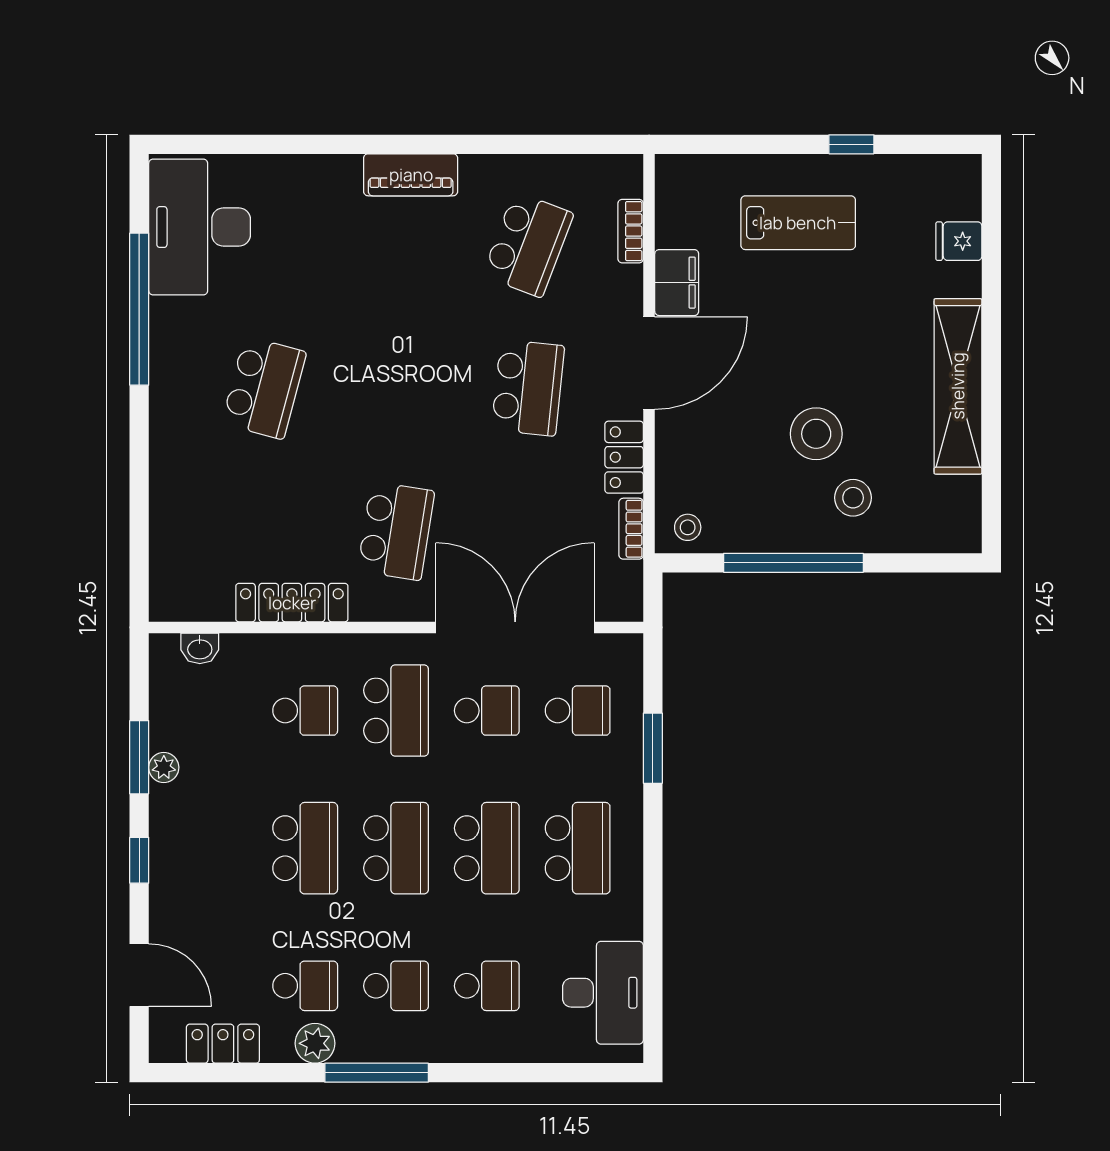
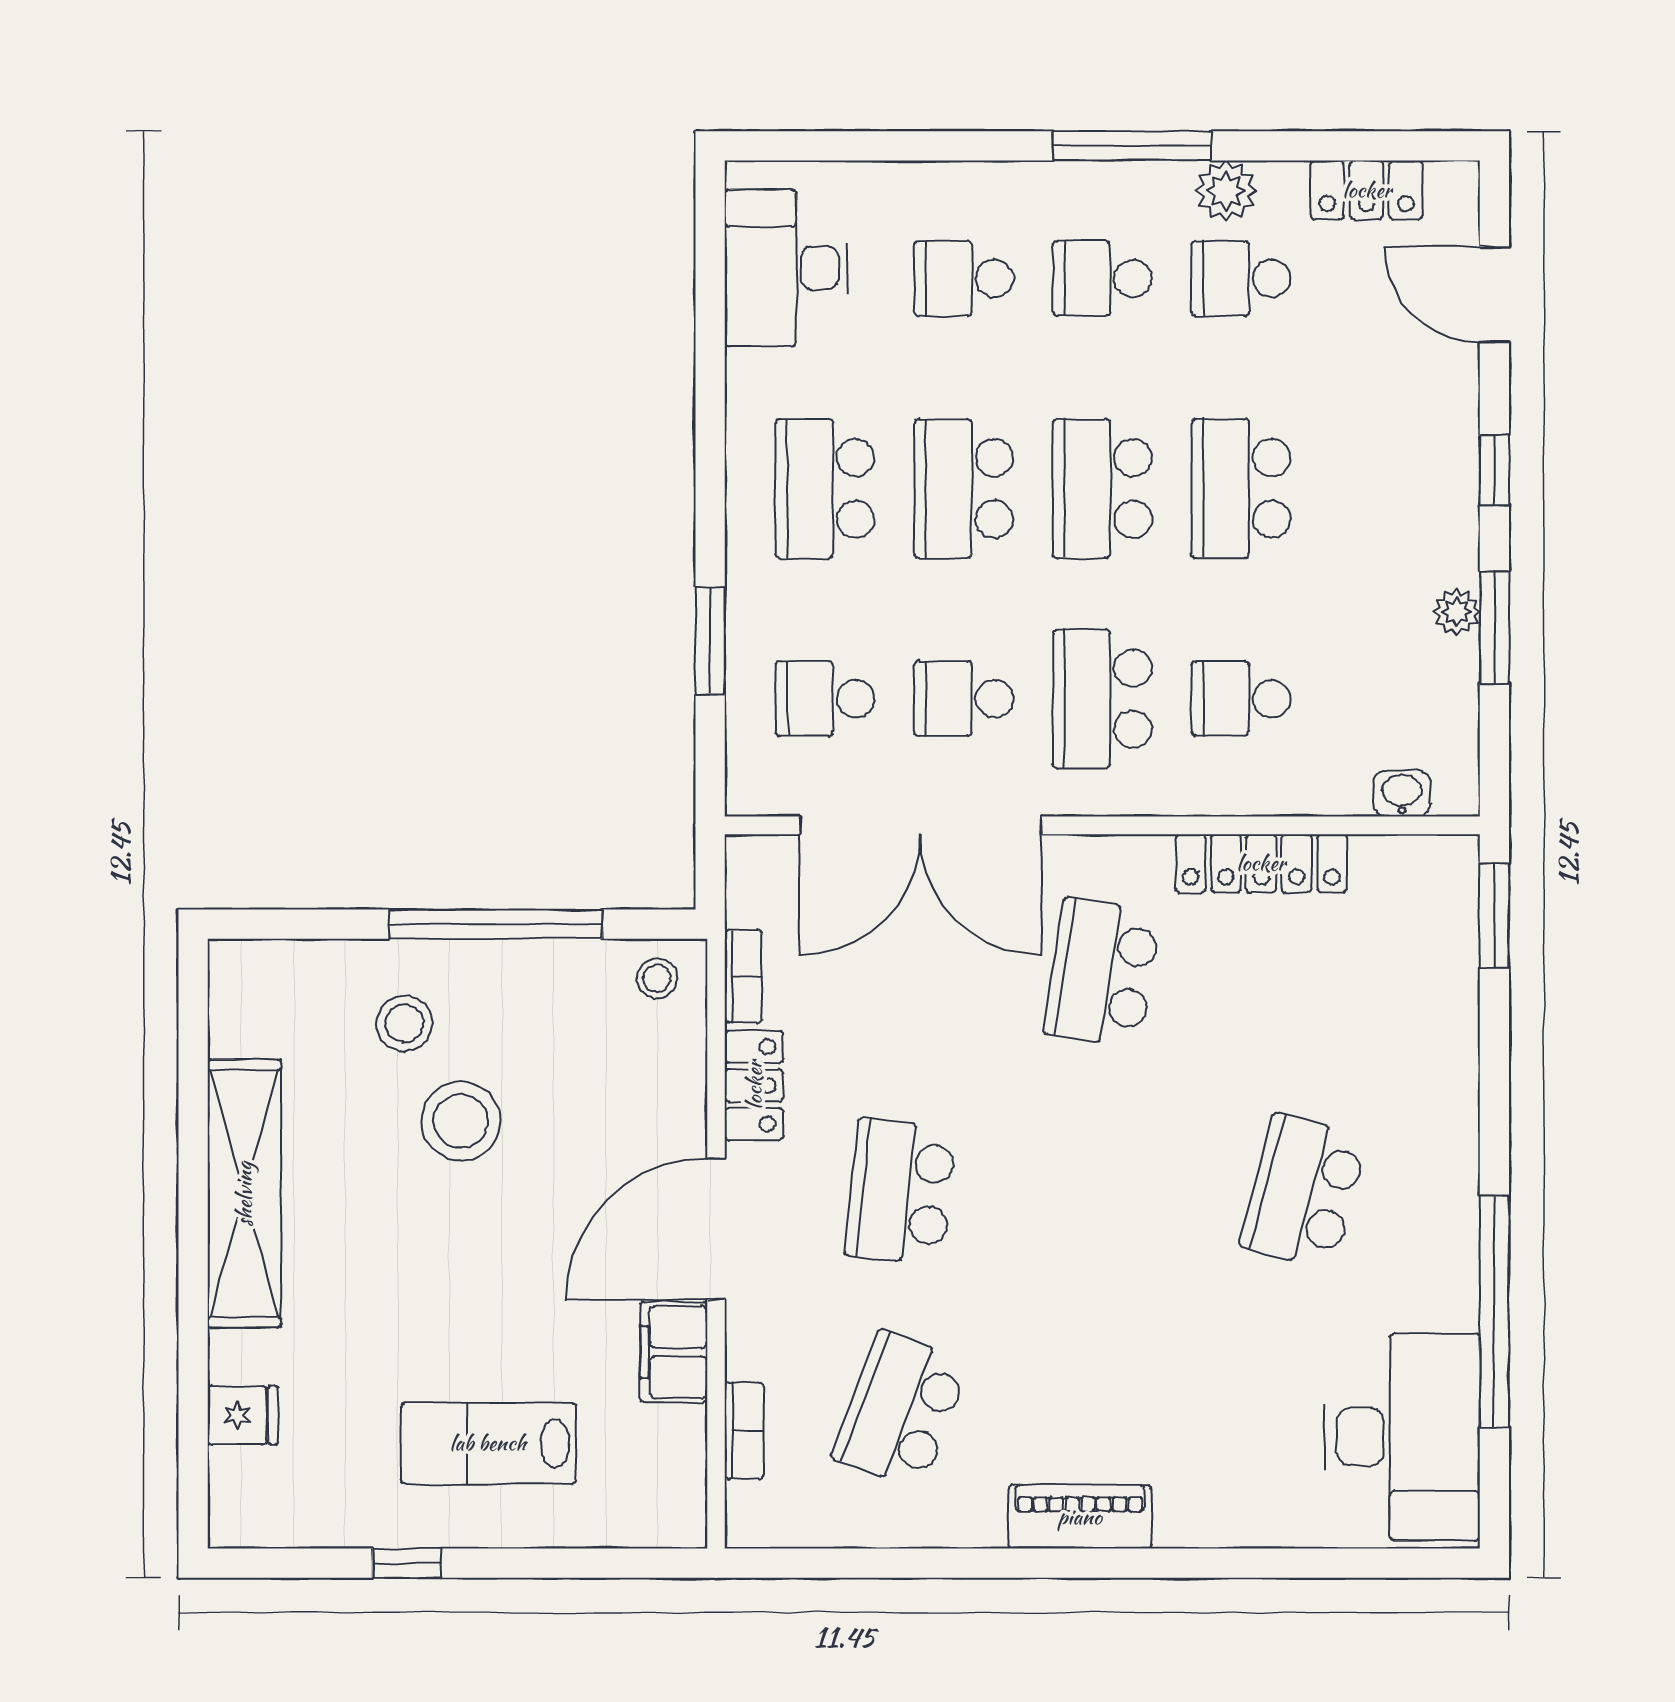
window: (139, 568) -> (1494, 916), added

